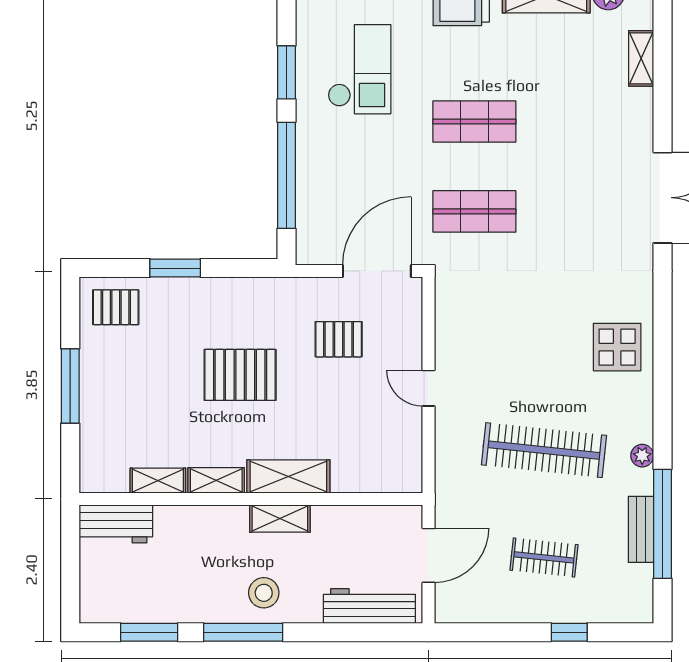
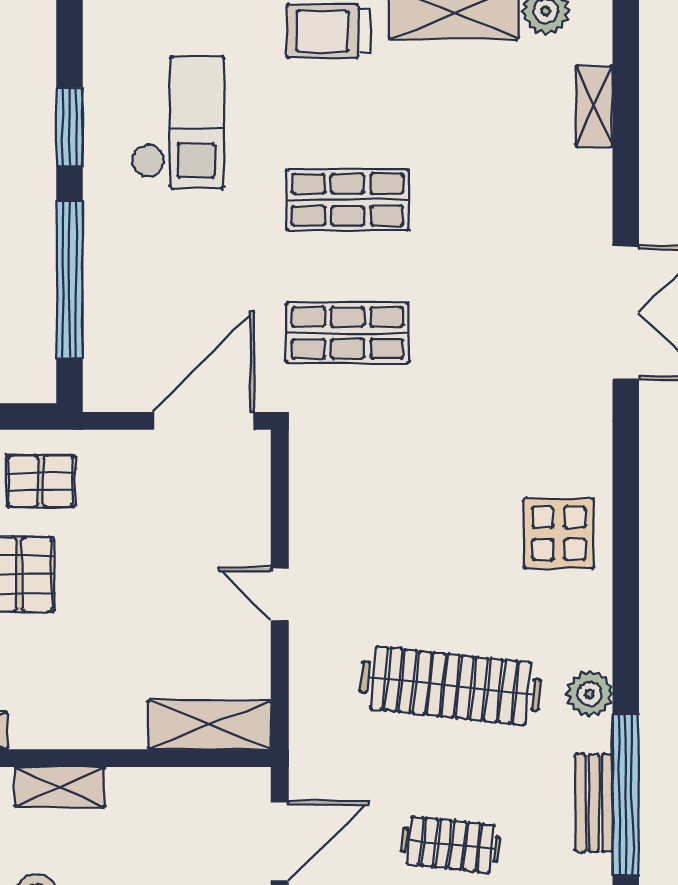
pallet: (339, 339) -> (41, 481), moved
plant: (642, 456) -> (590, 694), width x1.38, depth x1.38
shelving: (288, 476) -> (209, 725), moved

